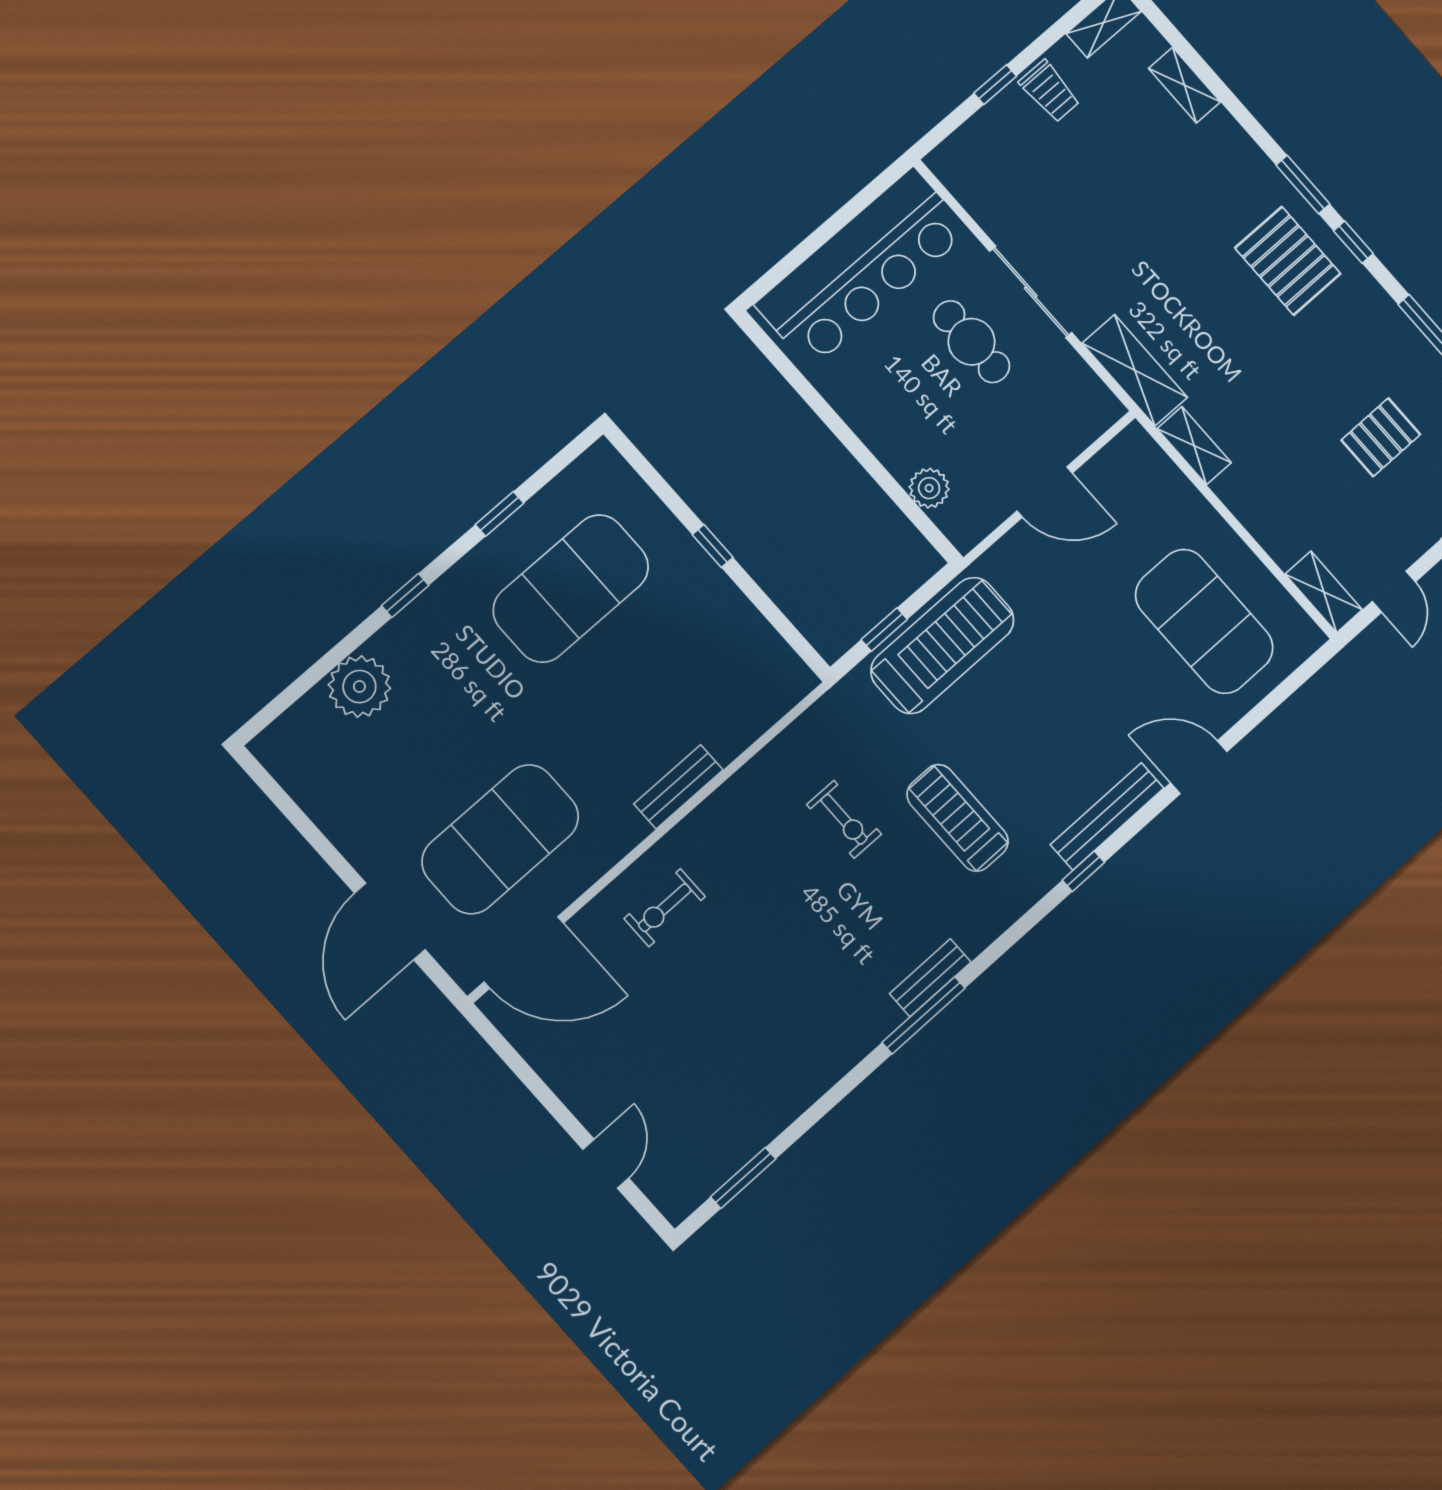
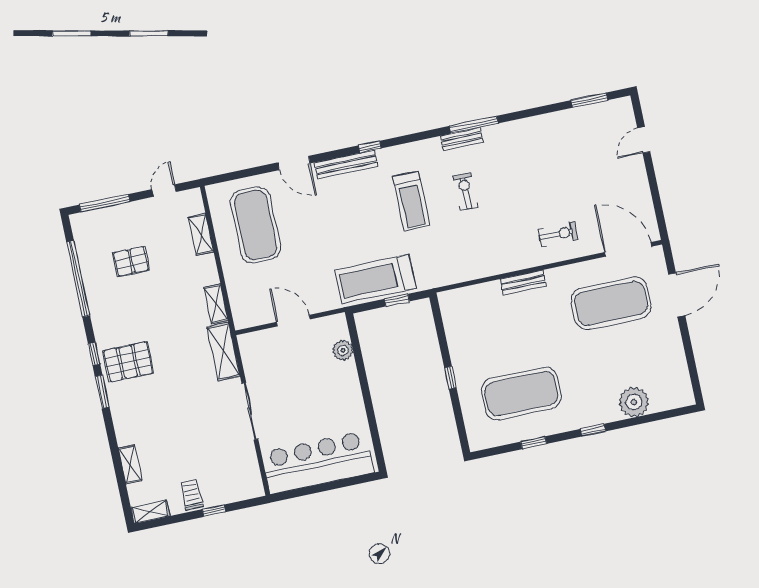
pallet: (1288, 261) -> (128, 362), turned 90
cafe table: (972, 342) -> (288, 404), removed
shelving: (1324, 592) -> (201, 234), moved
exercise bike: (844, 819) -> (465, 192), moved

